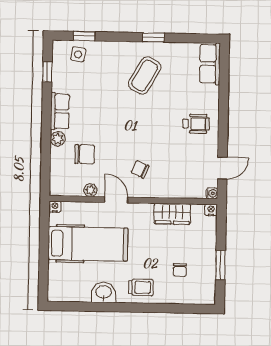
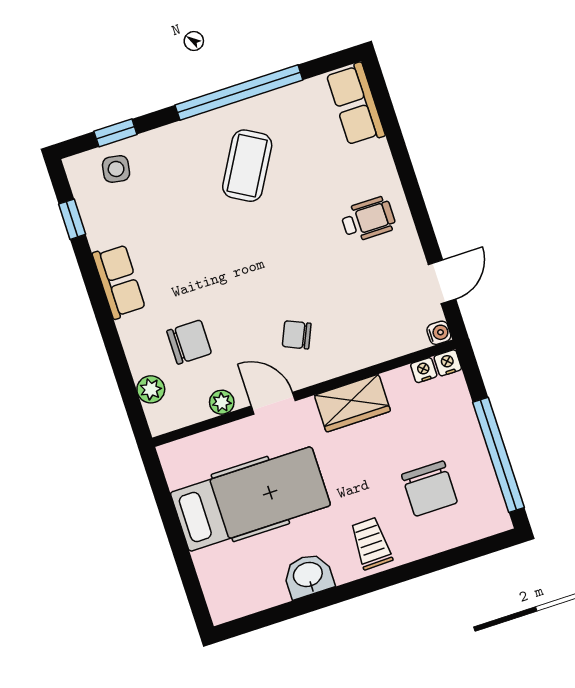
window: (153, 37) -> (239, 93), width x3.17
plant: (58, 139) -> (151, 389), moved
nightstand: (55, 207) -> (424, 370), moved
wardrobe: (172, 214) -> (352, 403), moved
window: (220, 265) -> (499, 455), width x2.11
chair: (180, 270) -> (429, 489), width x1.87, depth x1.87
trolley: (141, 287) -> (371, 543), turned -91

